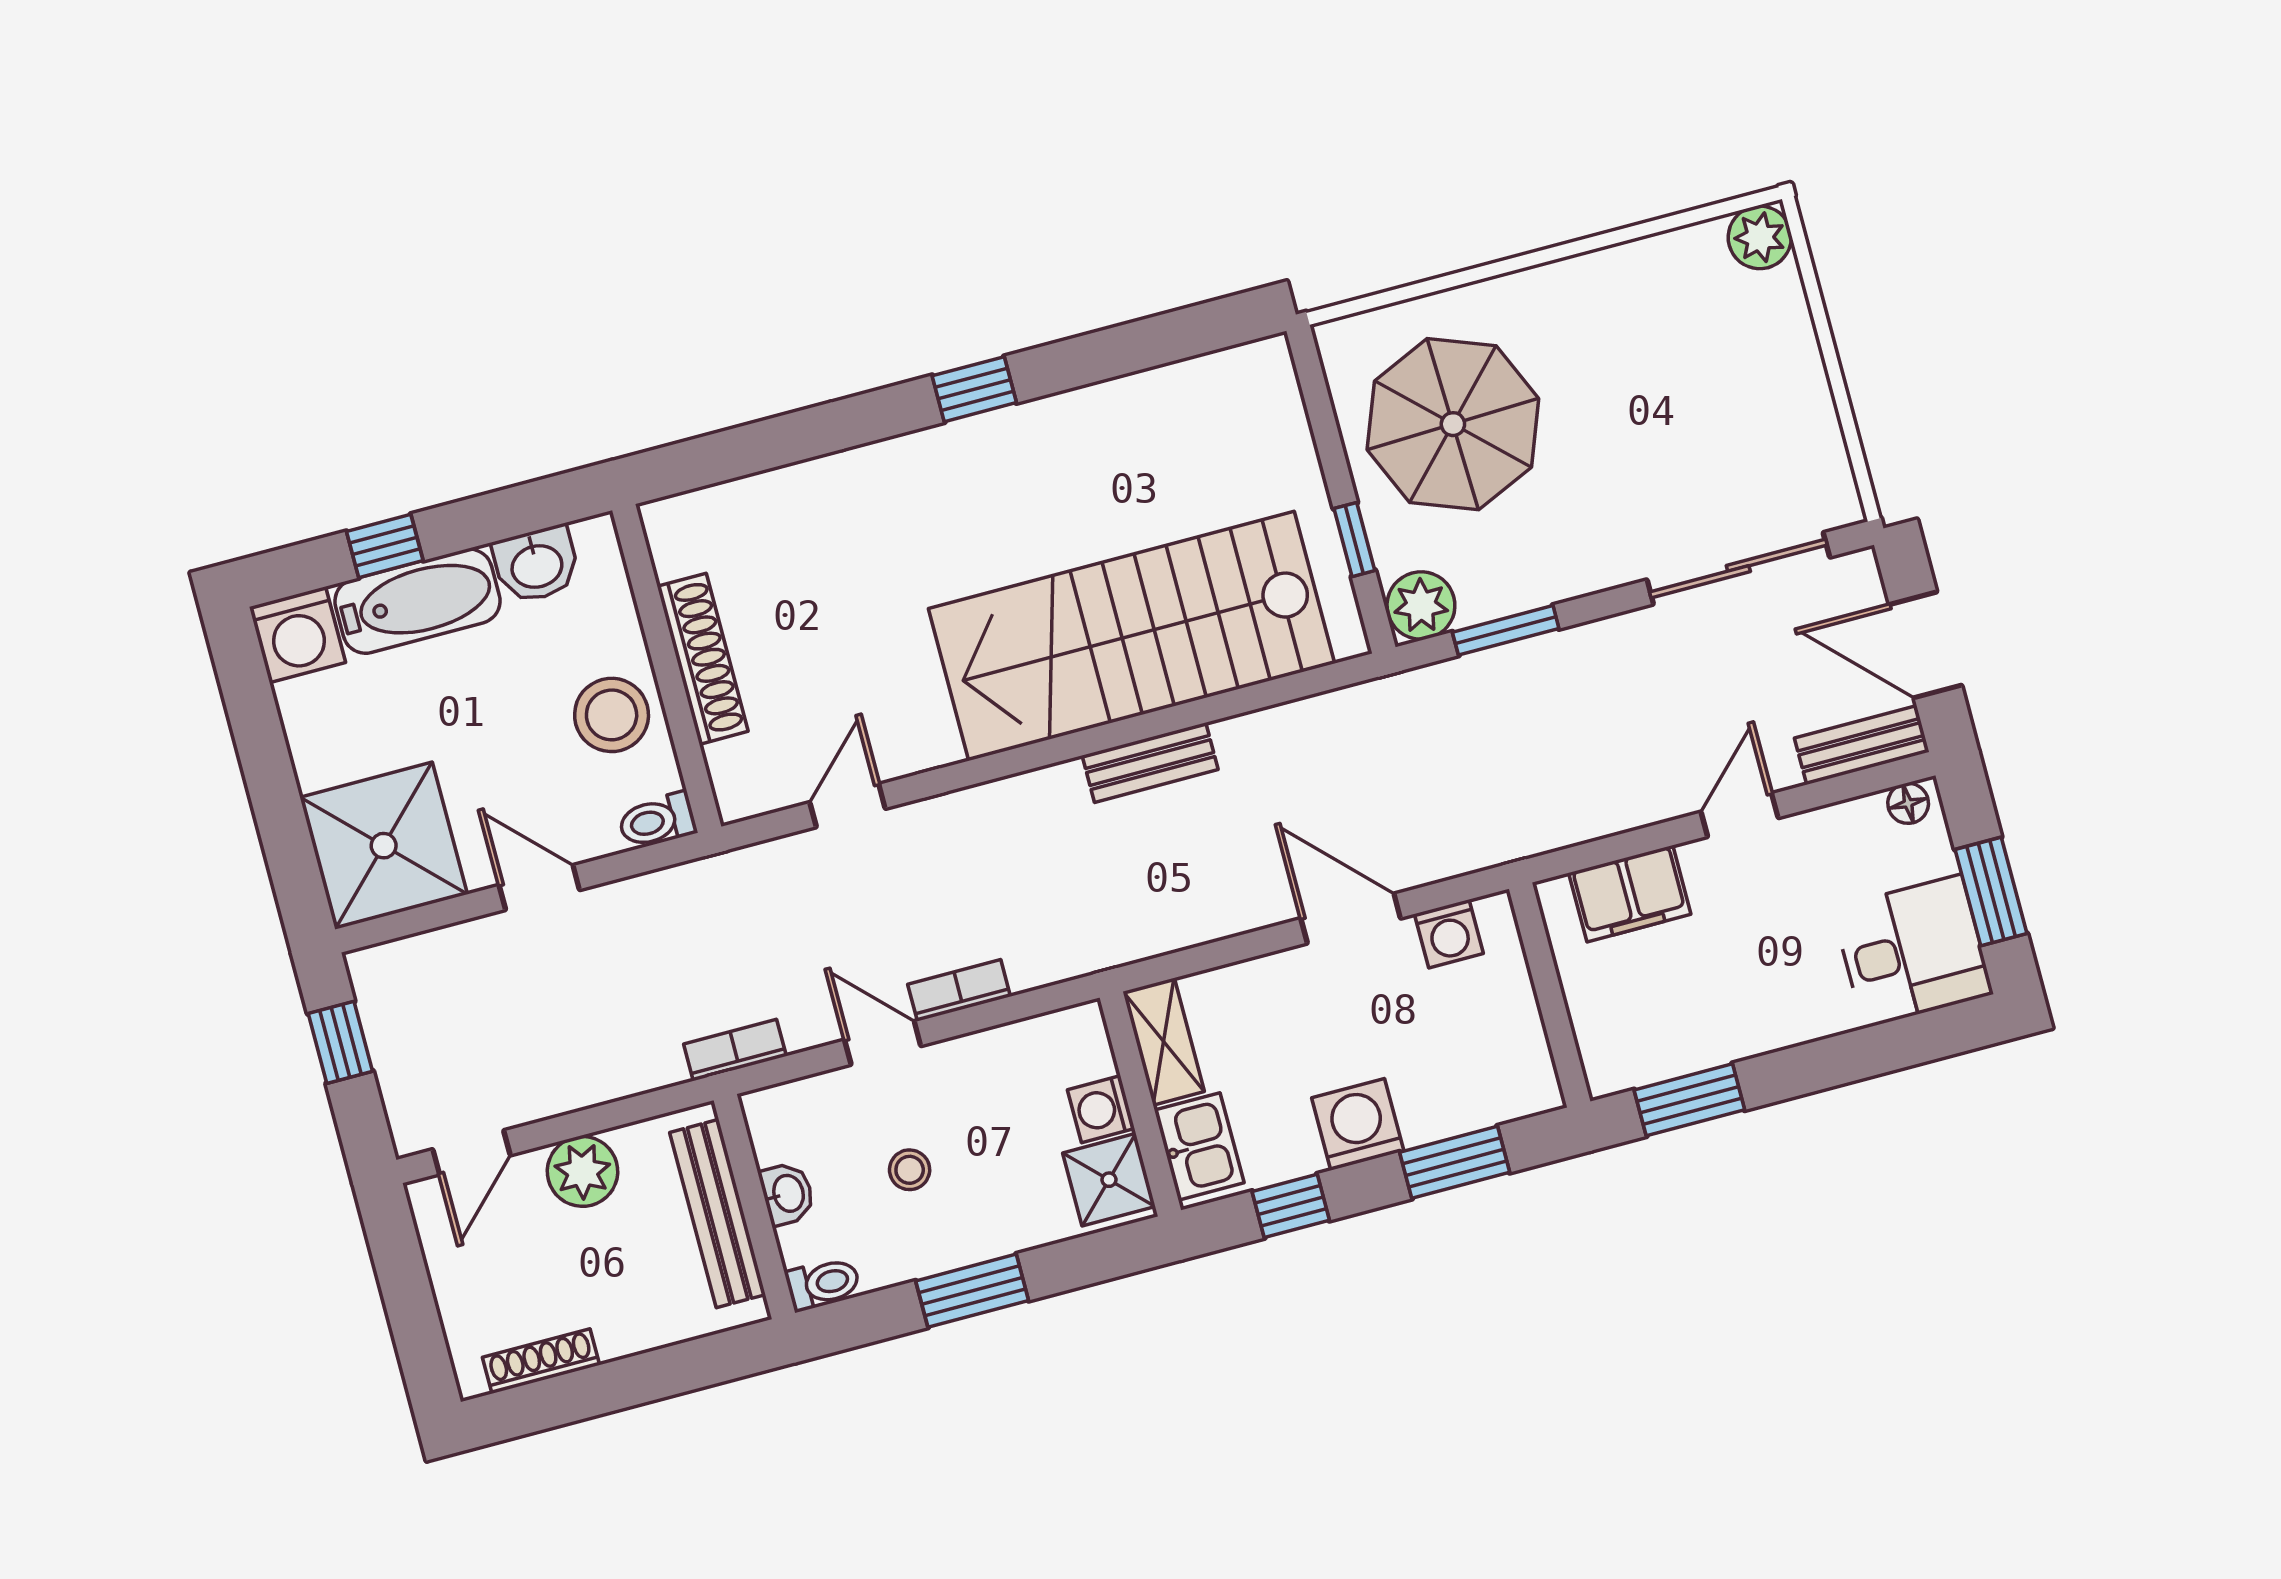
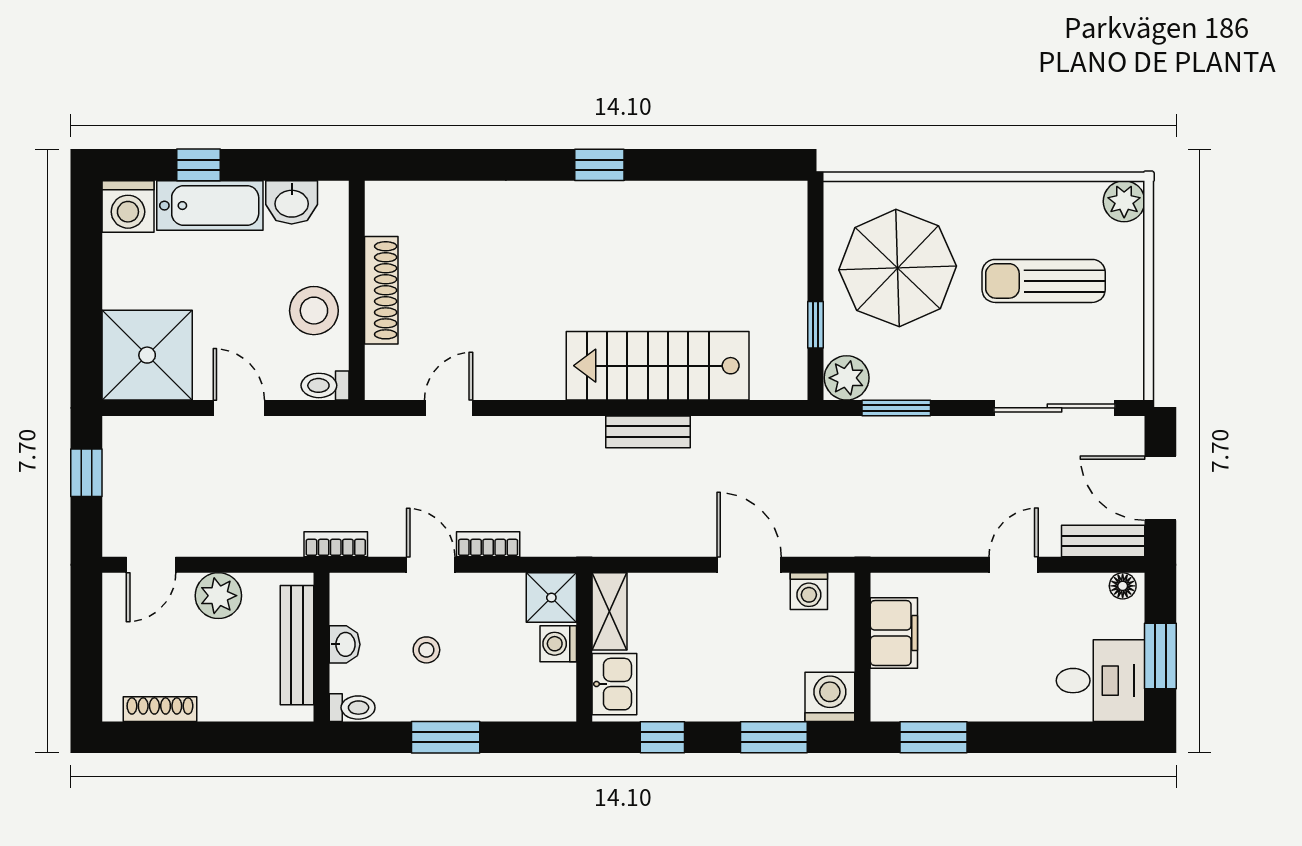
sun lounger: (1673, 386) -> (1044, 281), added
stairs: (1132, 636) -> (658, 366), width x0.73, depth x0.66
filing cabinet: (1630, 894) -> (894, 633), moved, turned -90
washing machine: (1358, 1124) -> (830, 697), moved
shower: (1109, 1180) -> (551, 598), moved

